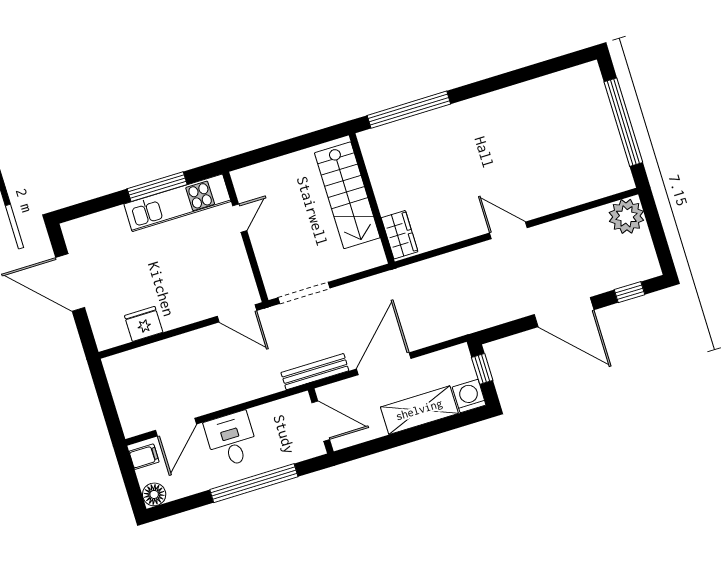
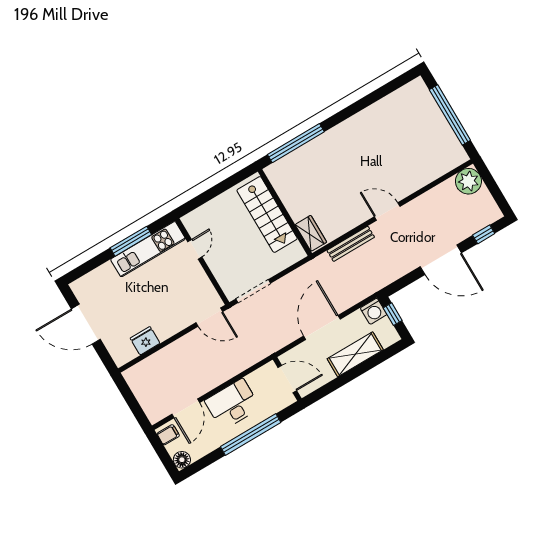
bench: (315, 372) -> (351, 244), moved
washing machine: (469, 396) -> (374, 311), moved, turned 180
desk: (231, 439) -> (232, 404), width x1.37

